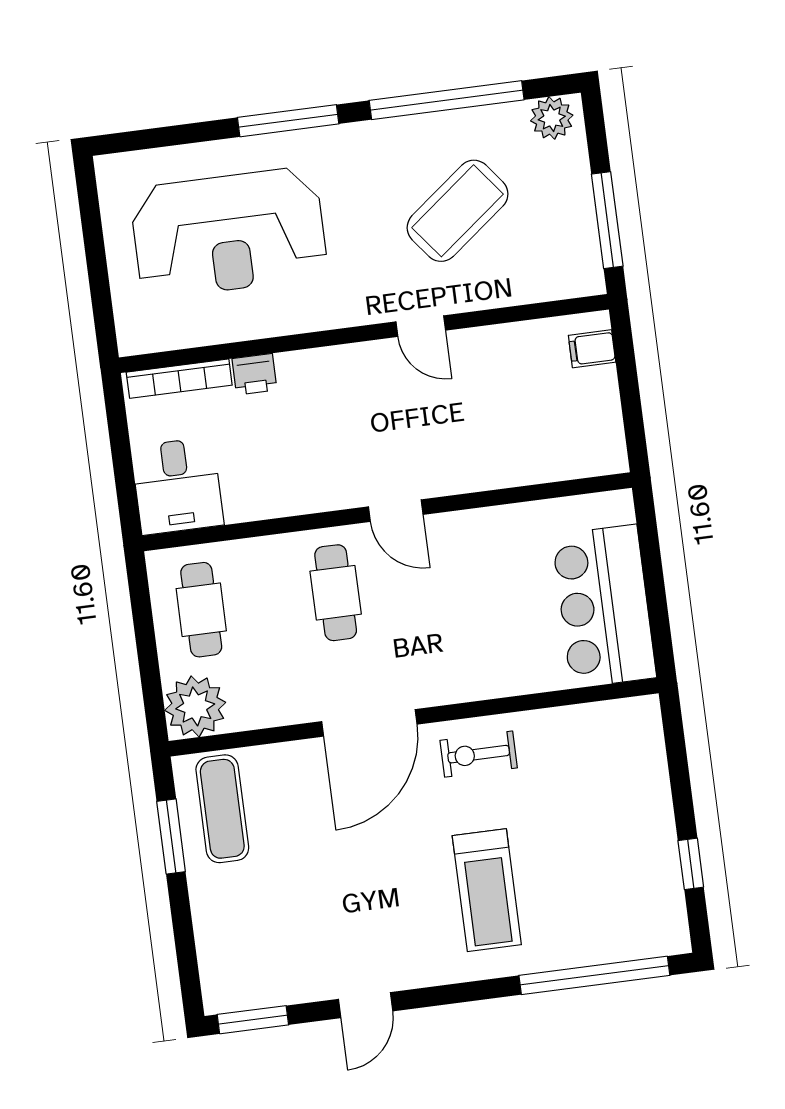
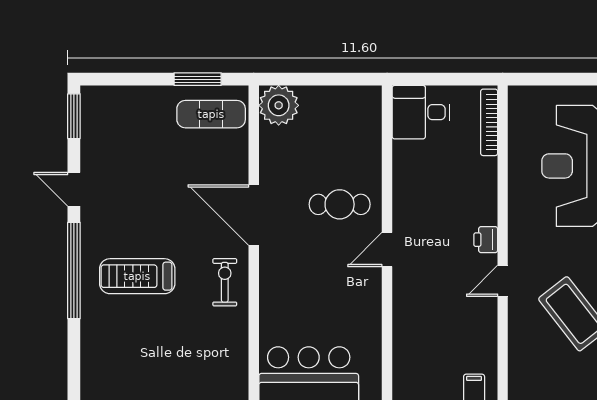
printer: (255, 374) -> (486, 240), moved
cafe table: (201, 610) -> (340, 117), removed
window: (594, 975) -> (74, 271), moved

